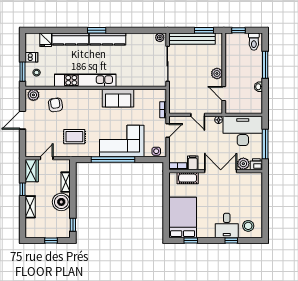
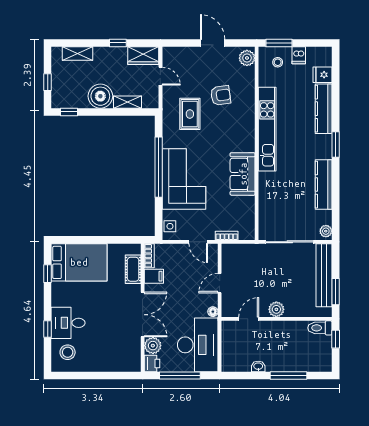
kitchen counter: (108, 39) -> (324, 185), moved
toilet: (254, 42) -> (320, 328), moved
armchair: (55, 105) -> (221, 95), moved
shelving: (30, 207) -> (78, 54), moved

